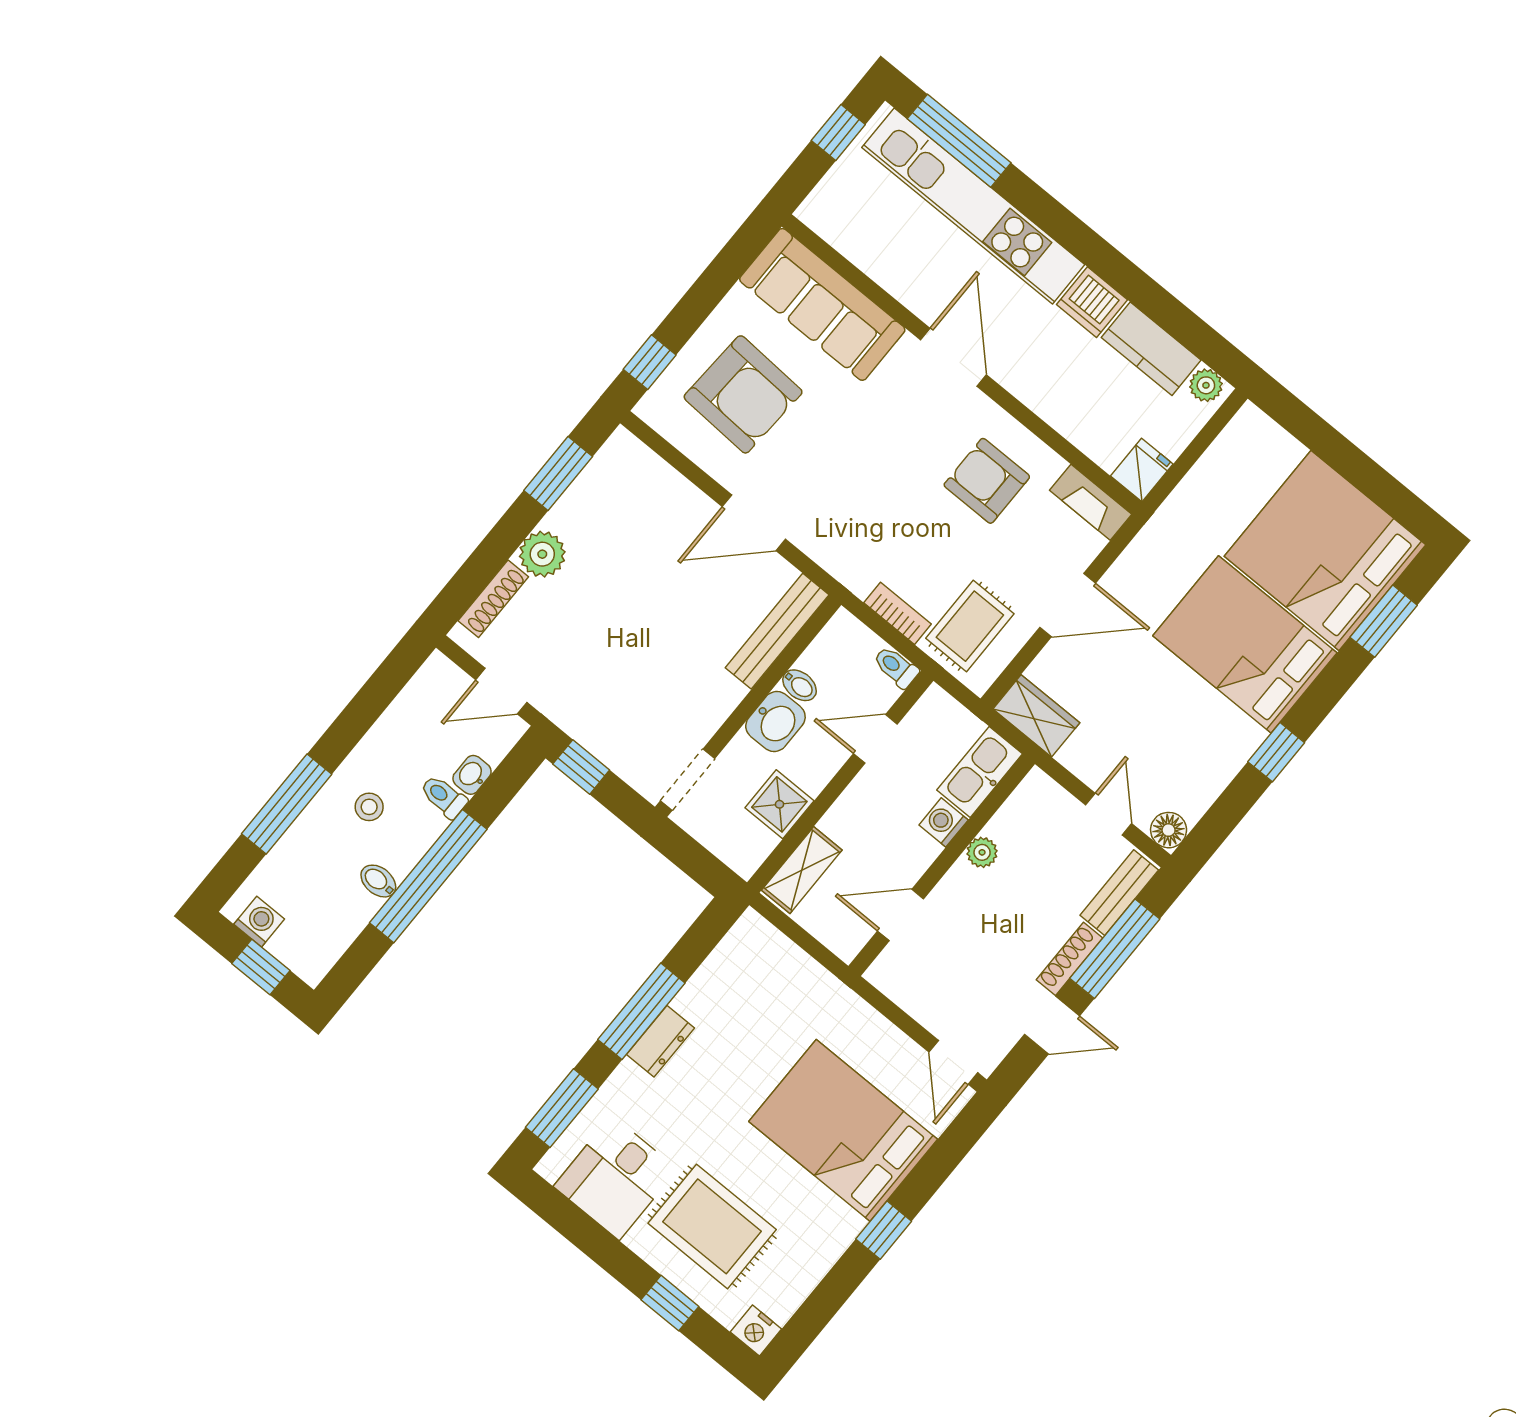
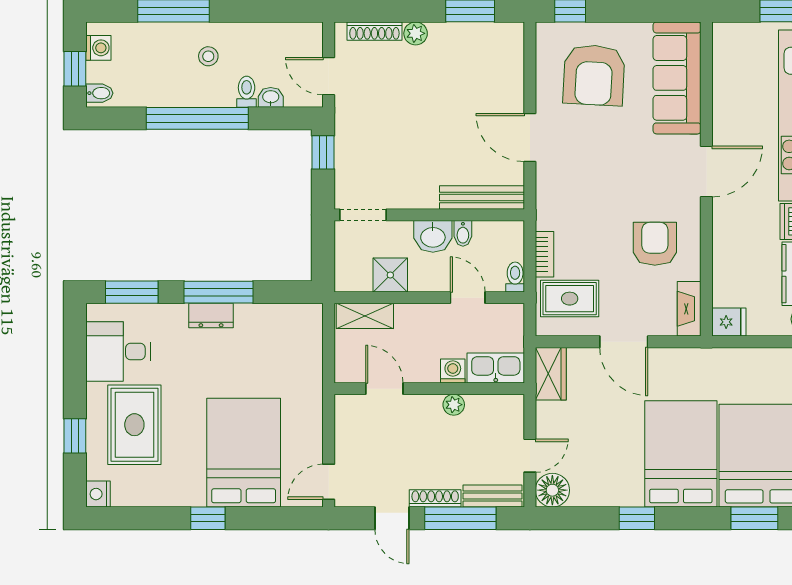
plant: (542, 554) -> (416, 33), width x0.73, depth x0.73
floor lamp: (1169, 830) -> (552, 490), width x1.38, depth x1.38
bidet: (378, 881) -> (99, 93), moved, turned 90

